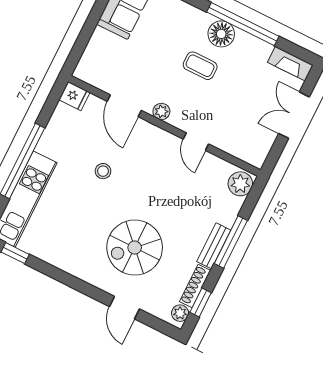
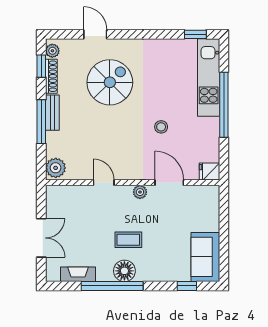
fireplace: (290, 64) -> (78, 274), moved

